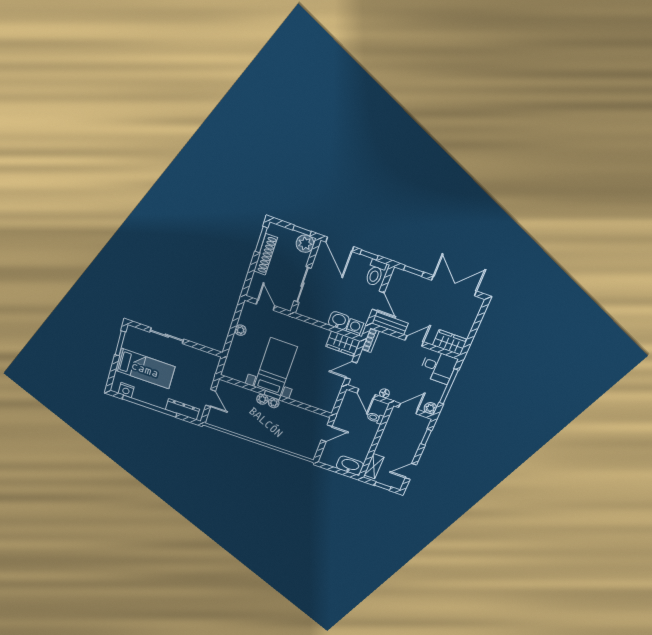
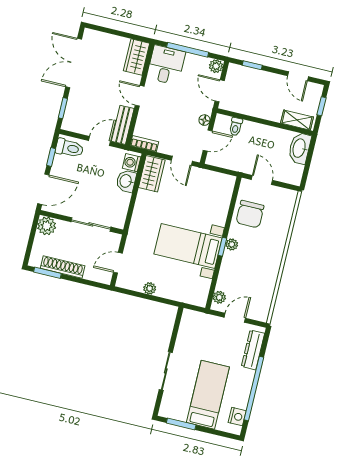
window: (302, 231) -> (33, 230), removed
plant: (262, 399) -> (219, 297), moved
chair: (298, 420) -> (250, 214), added

